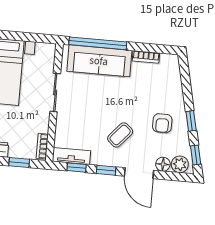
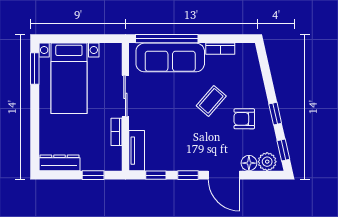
armchair: (162, 123) -> (244, 119), turned 90
coffee table: (120, 135) -> (211, 101), moved
bookcase: (42, 146) -> (117, 132), moved
tv unit: (71, 156) -> (137, 151), moved, turned 90

